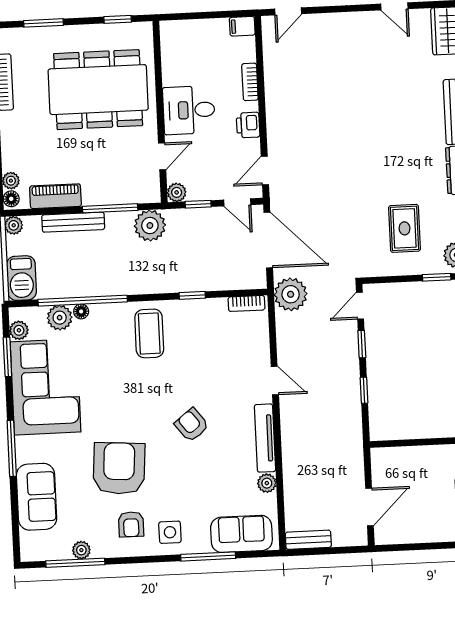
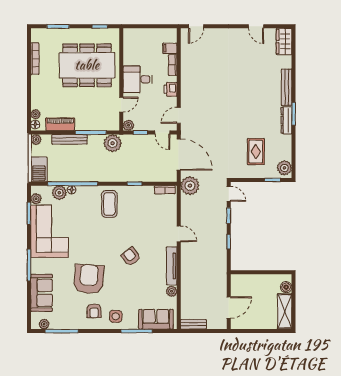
filing cabinet: (242, 26) -> (170, 48), moved
door: (360, 306) -> (229, 194), swing flipped
plant: (81, 550) -> (44, 324), moved

